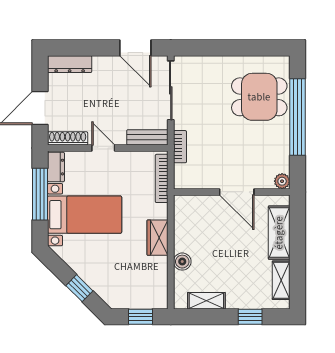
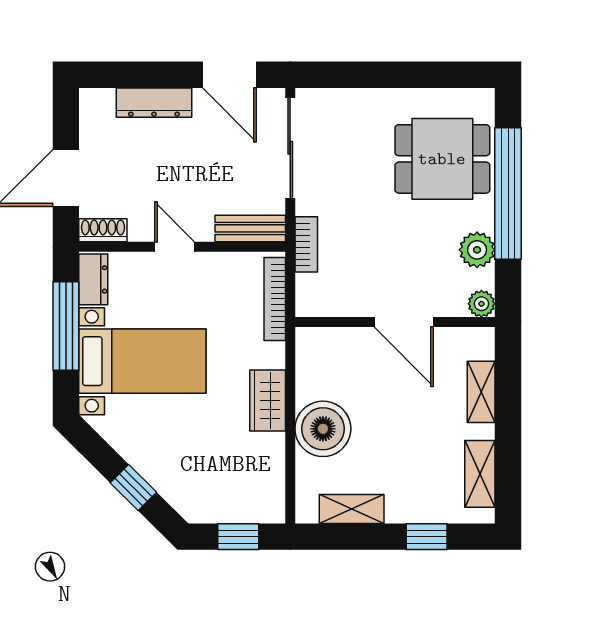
dresser: (70, 64) -> (154, 103), moved
shoe rack: (68, 138) -> (103, 230), width x0.70
plant: (279, 150) -> (477, 250), added
shelving: (279, 233) -> (481, 392), width x0.67, depth x0.75
boiler: (182, 262) -> (323, 429), width x1.86, depth x1.86

